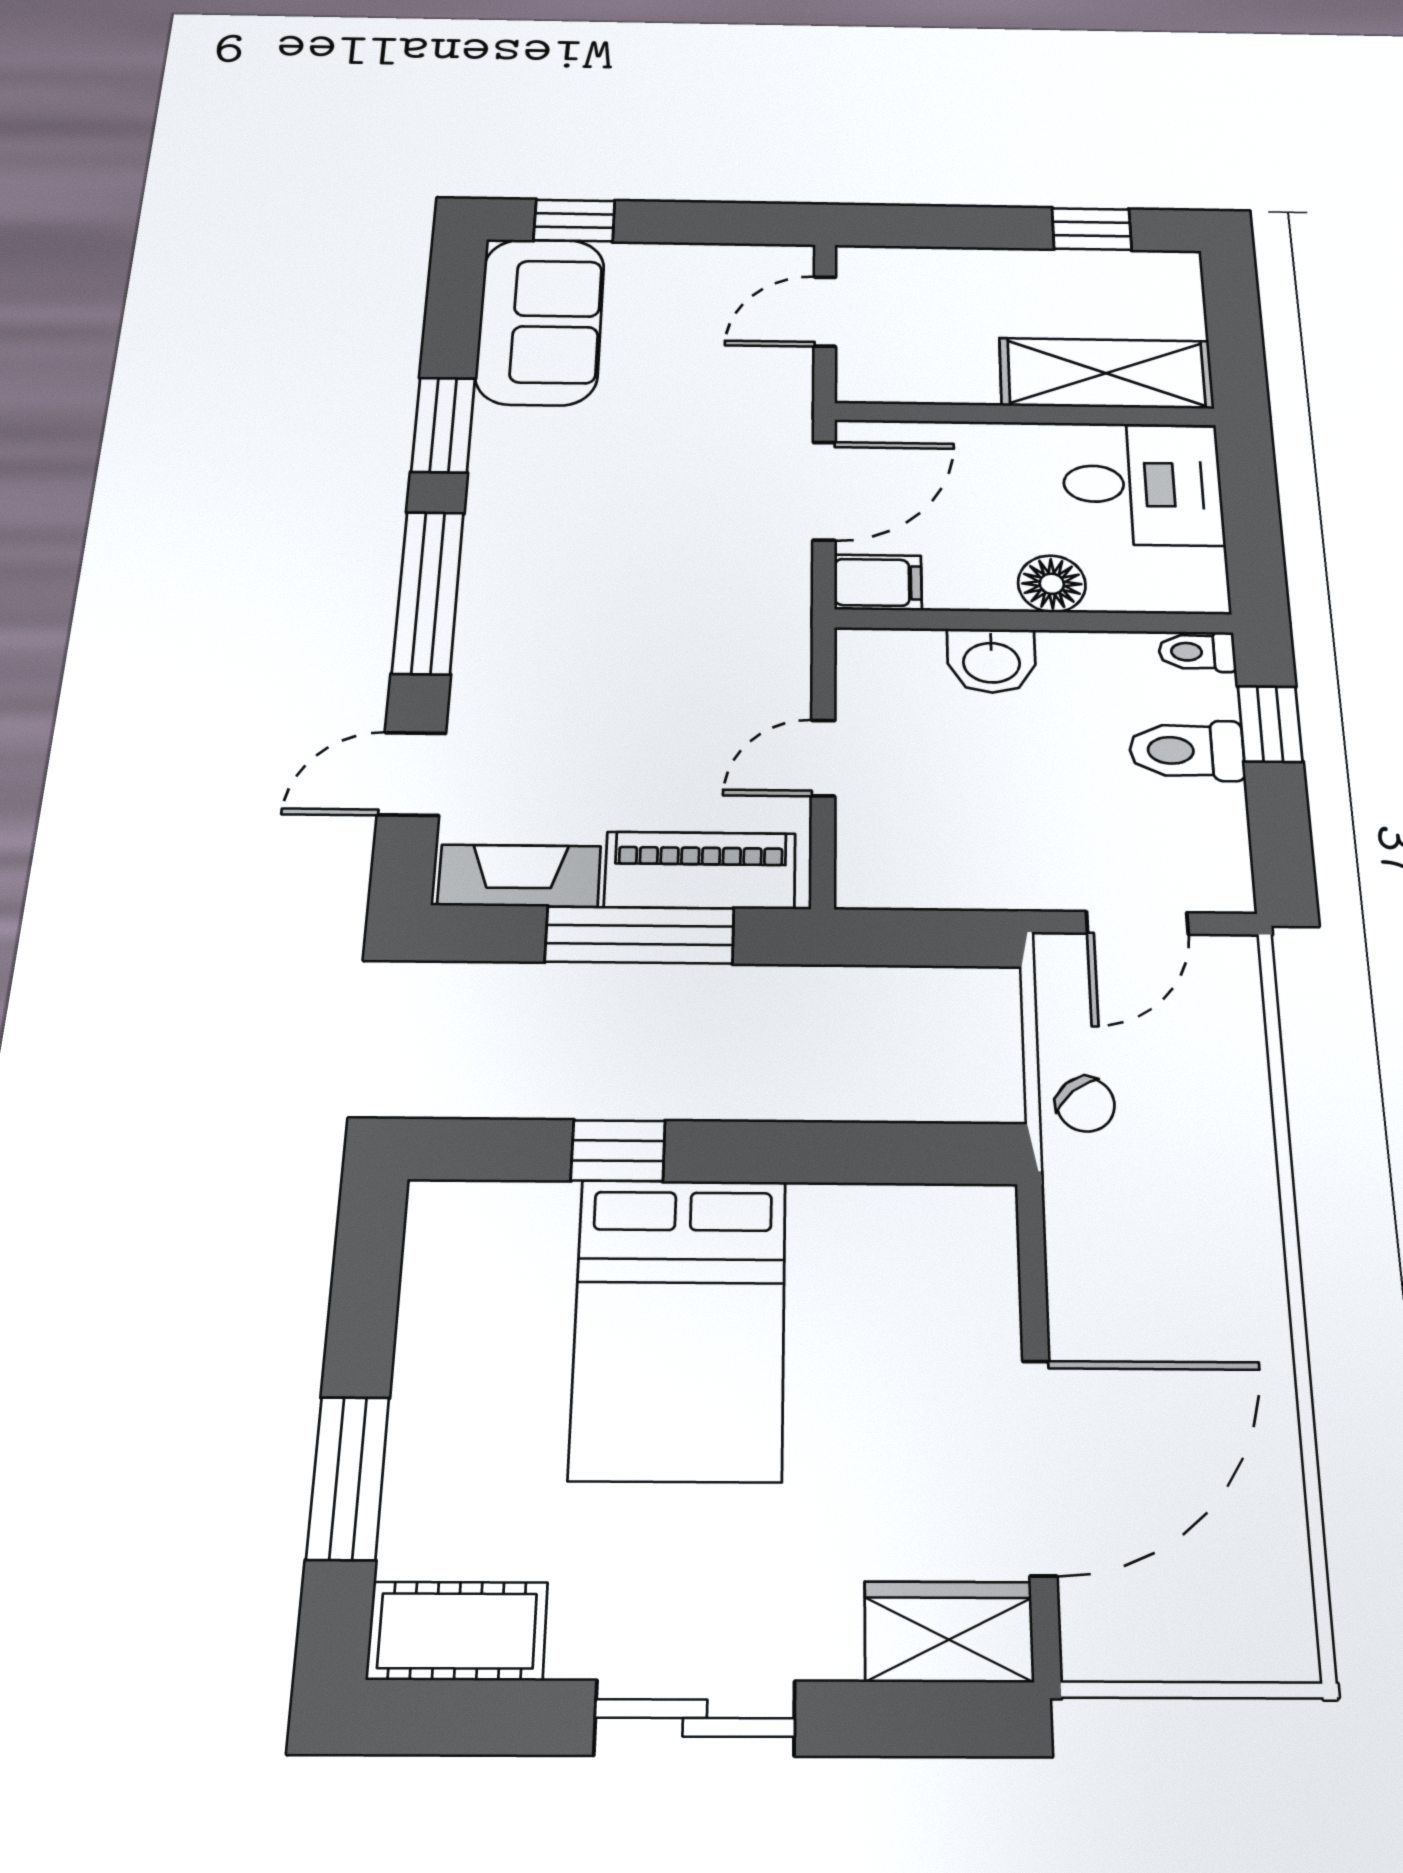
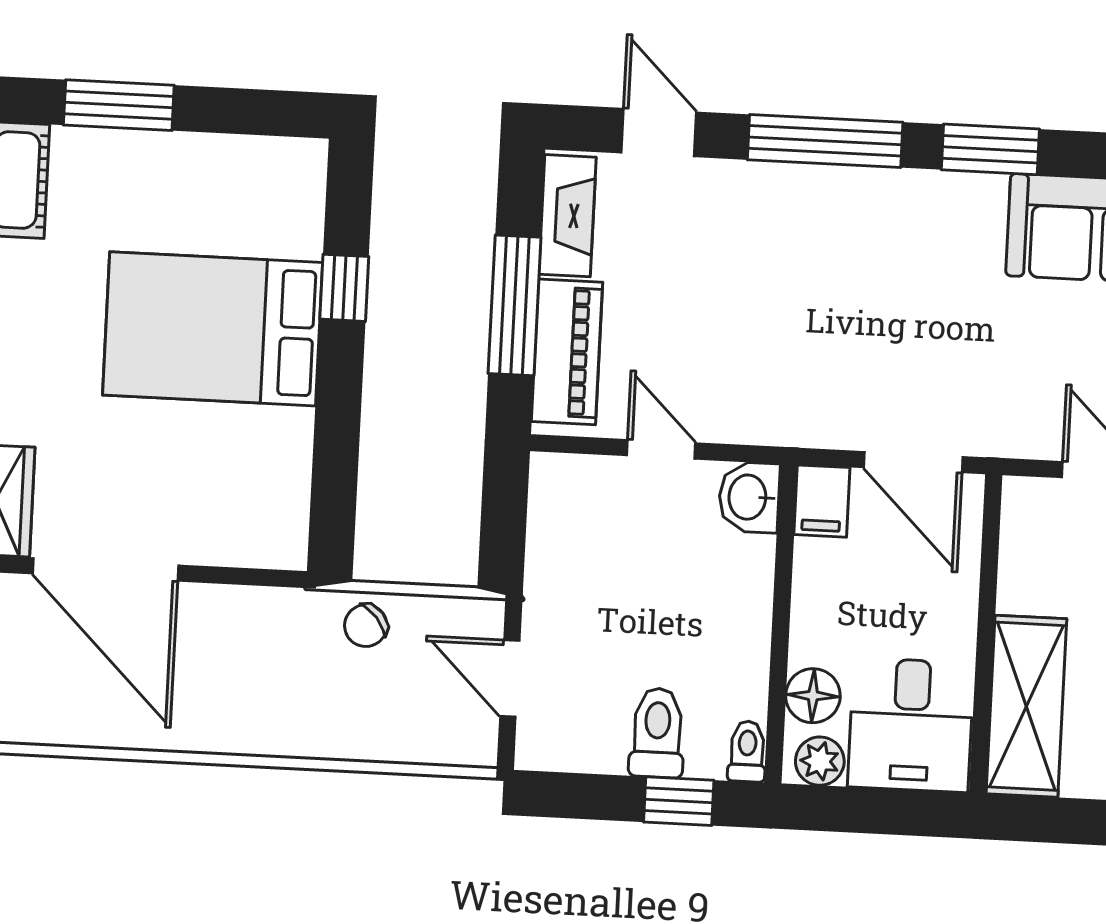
plant: (1199, 575) -> (820, 761), added
floor lamp: (1052, 584) -> (813, 696), moved
washbasin: (991, 661) -> (749, 497), moved

